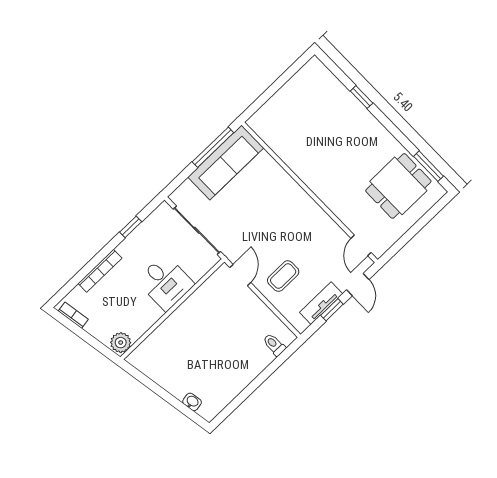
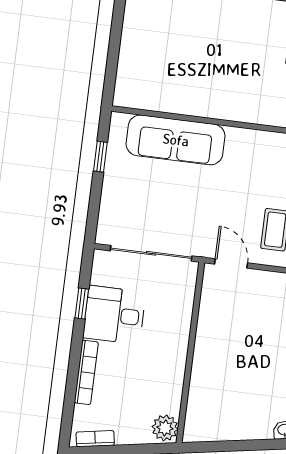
window: (213, 147) -> (100, 157), width x0.46
sofa: (226, 162) -> (176, 140), moved, turned 90
desk: (165, 282) -> (114, 315), moved, turned 180

